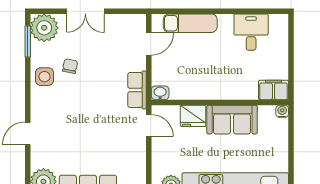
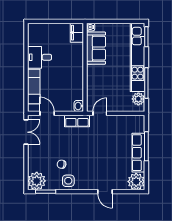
double door: (85, 11) -> (26, 132), moved
desk: (251, 32) -> (40, 57), moved
fridge: (193, 116) -> (94, 85), removed
sofa: (232, 120) -> (96, 48), moved

